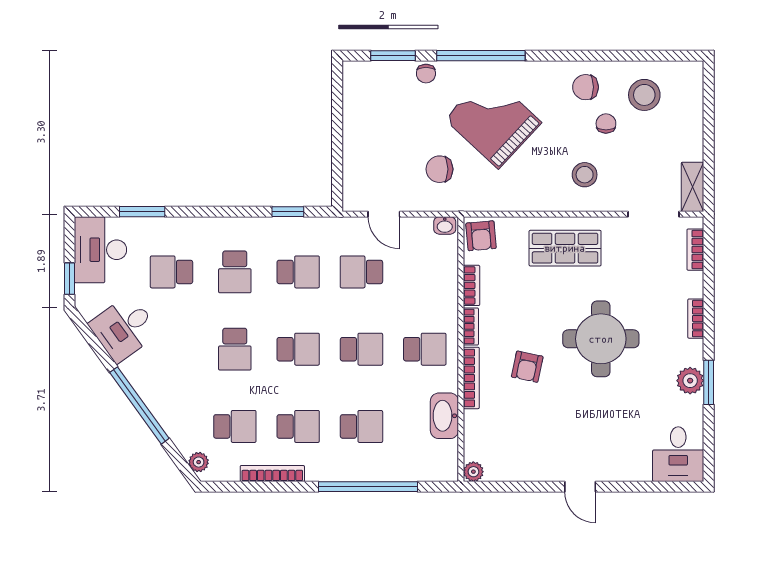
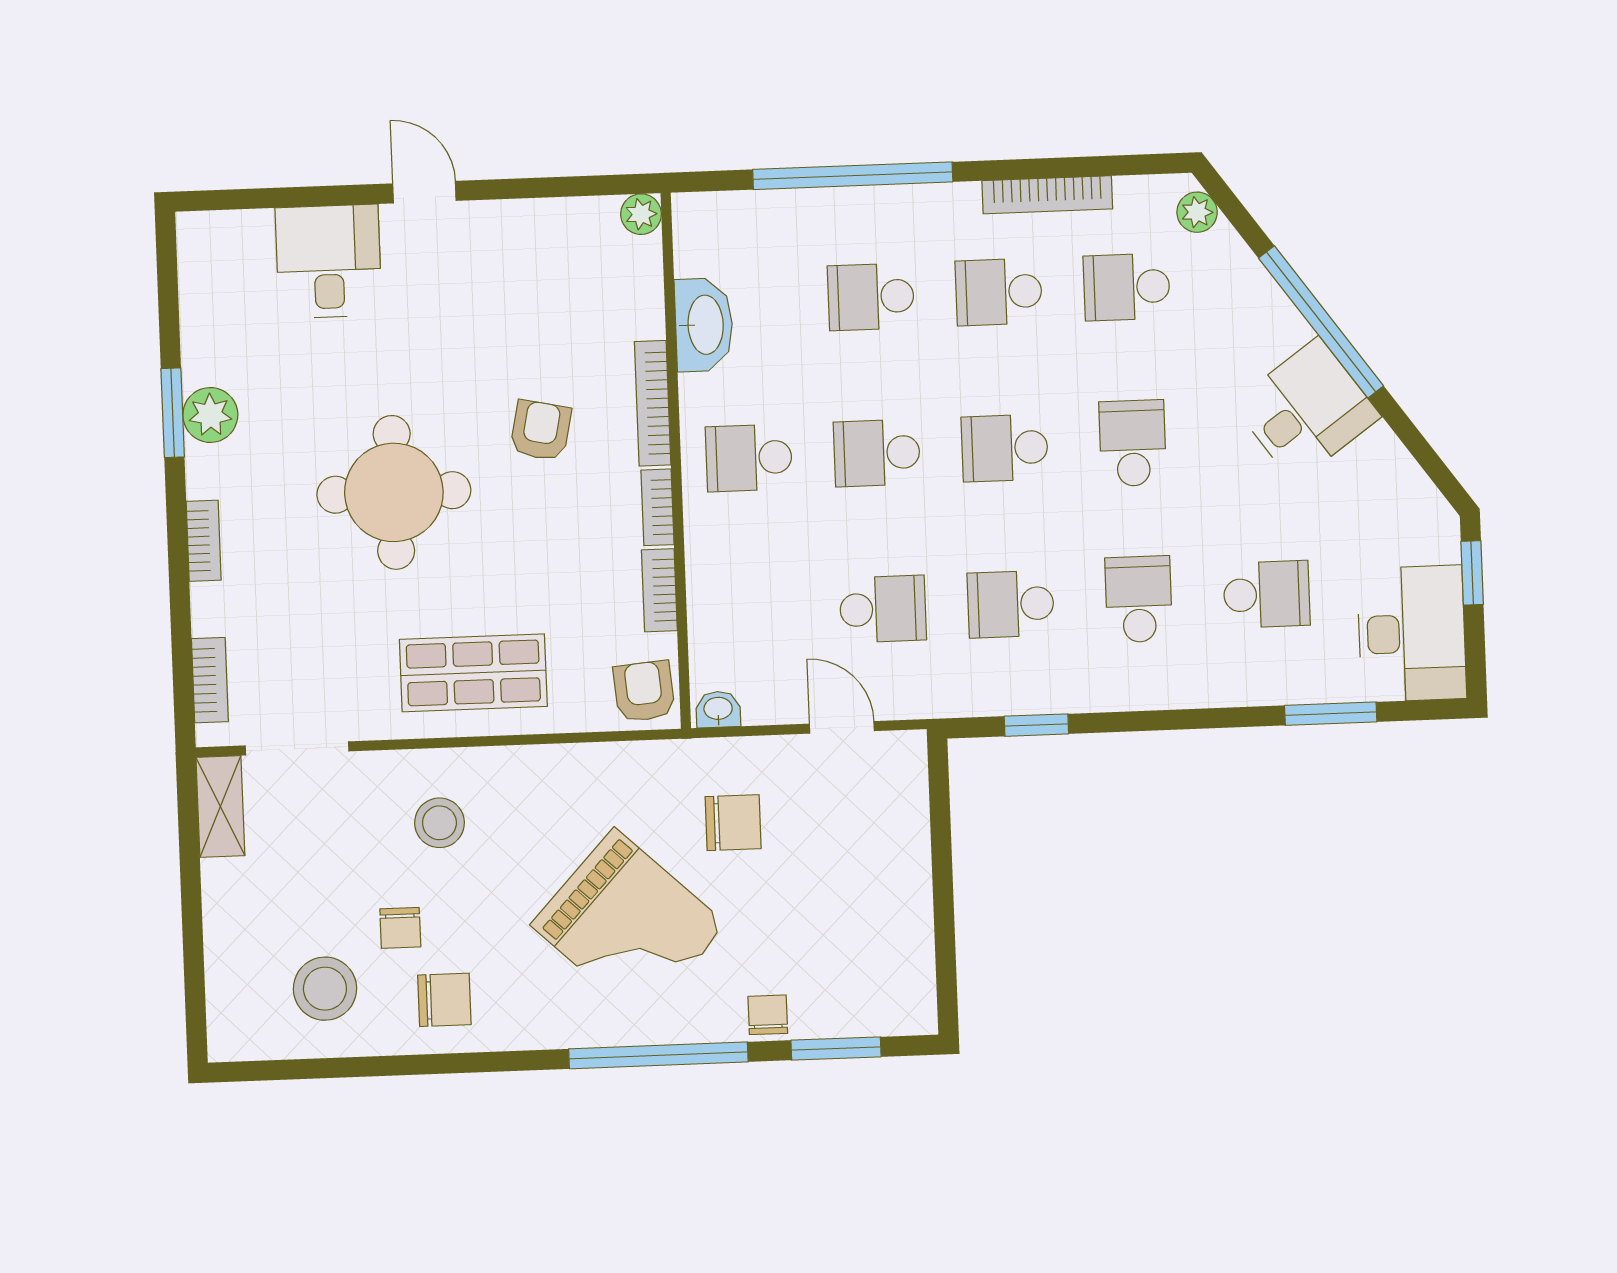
desk: (124, 328) -> (1306, 410), moved
desk: (678, 454) -> (329, 261), moved

